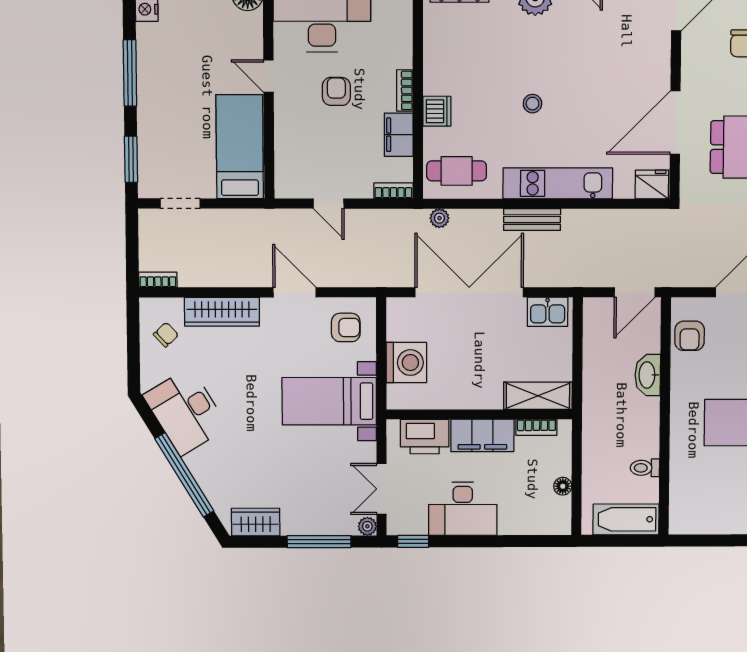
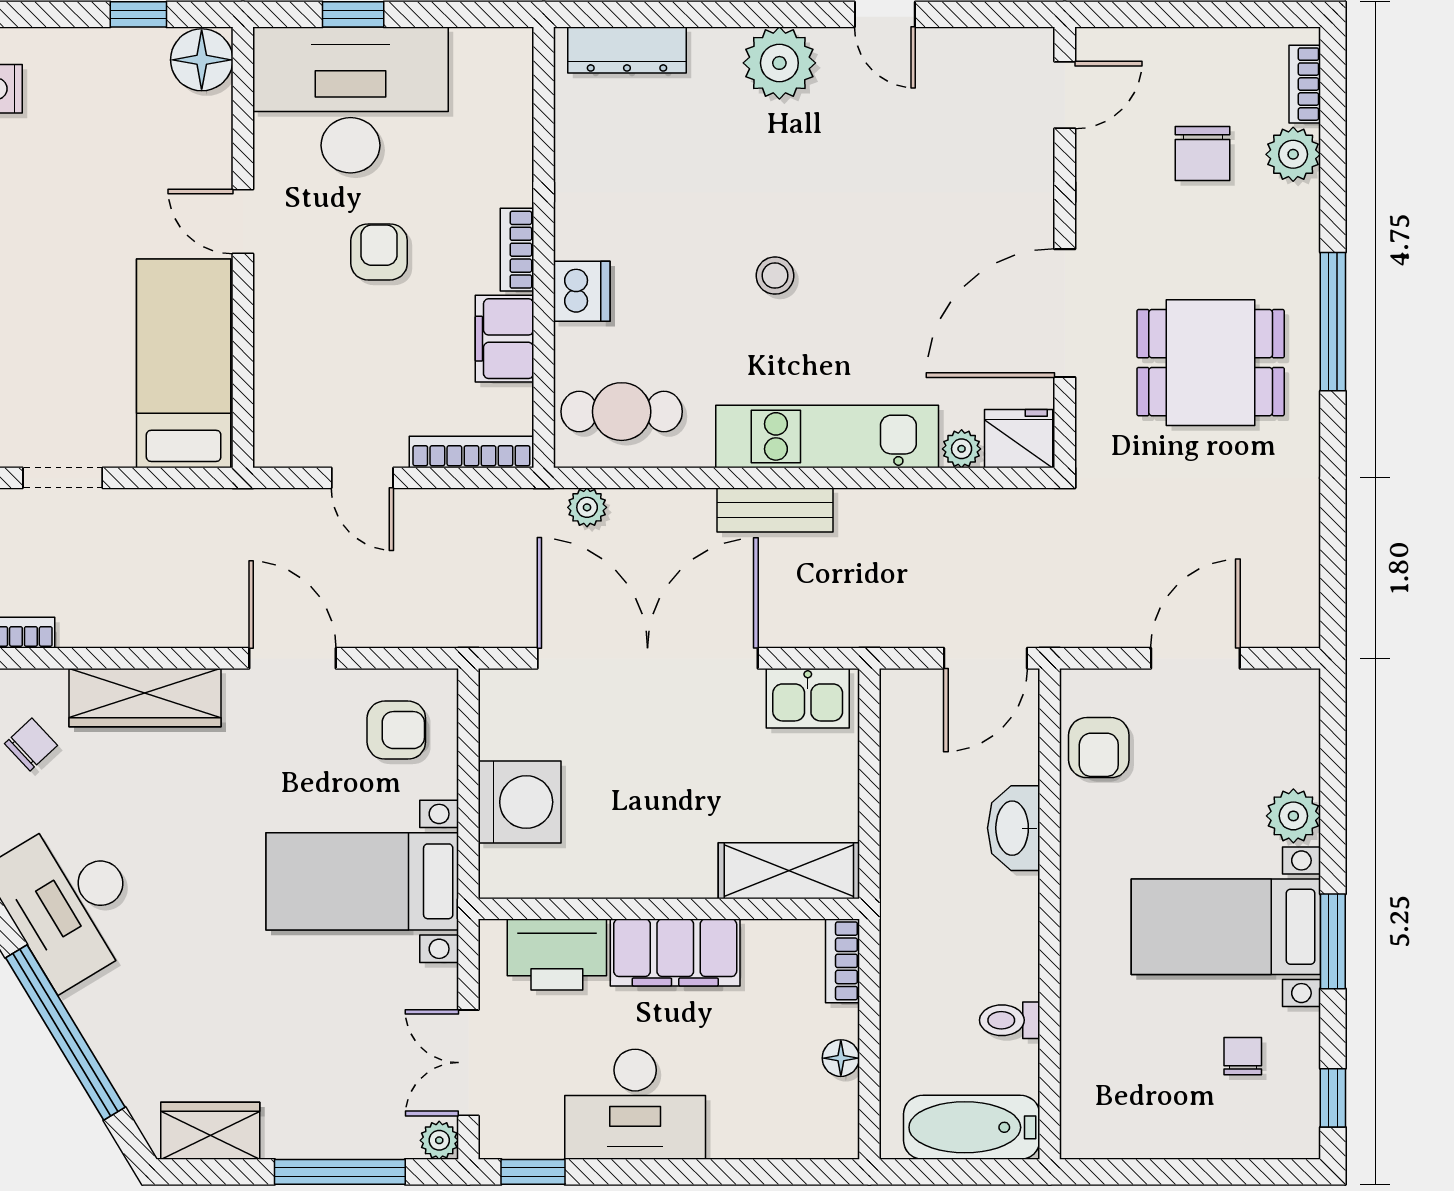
plant: (624, 189) -> (962, 449), added
bookcase: (393, 191) -> (471, 452), width x1.56
bookcase: (536, 427) -> (842, 961), moved, turned 90

